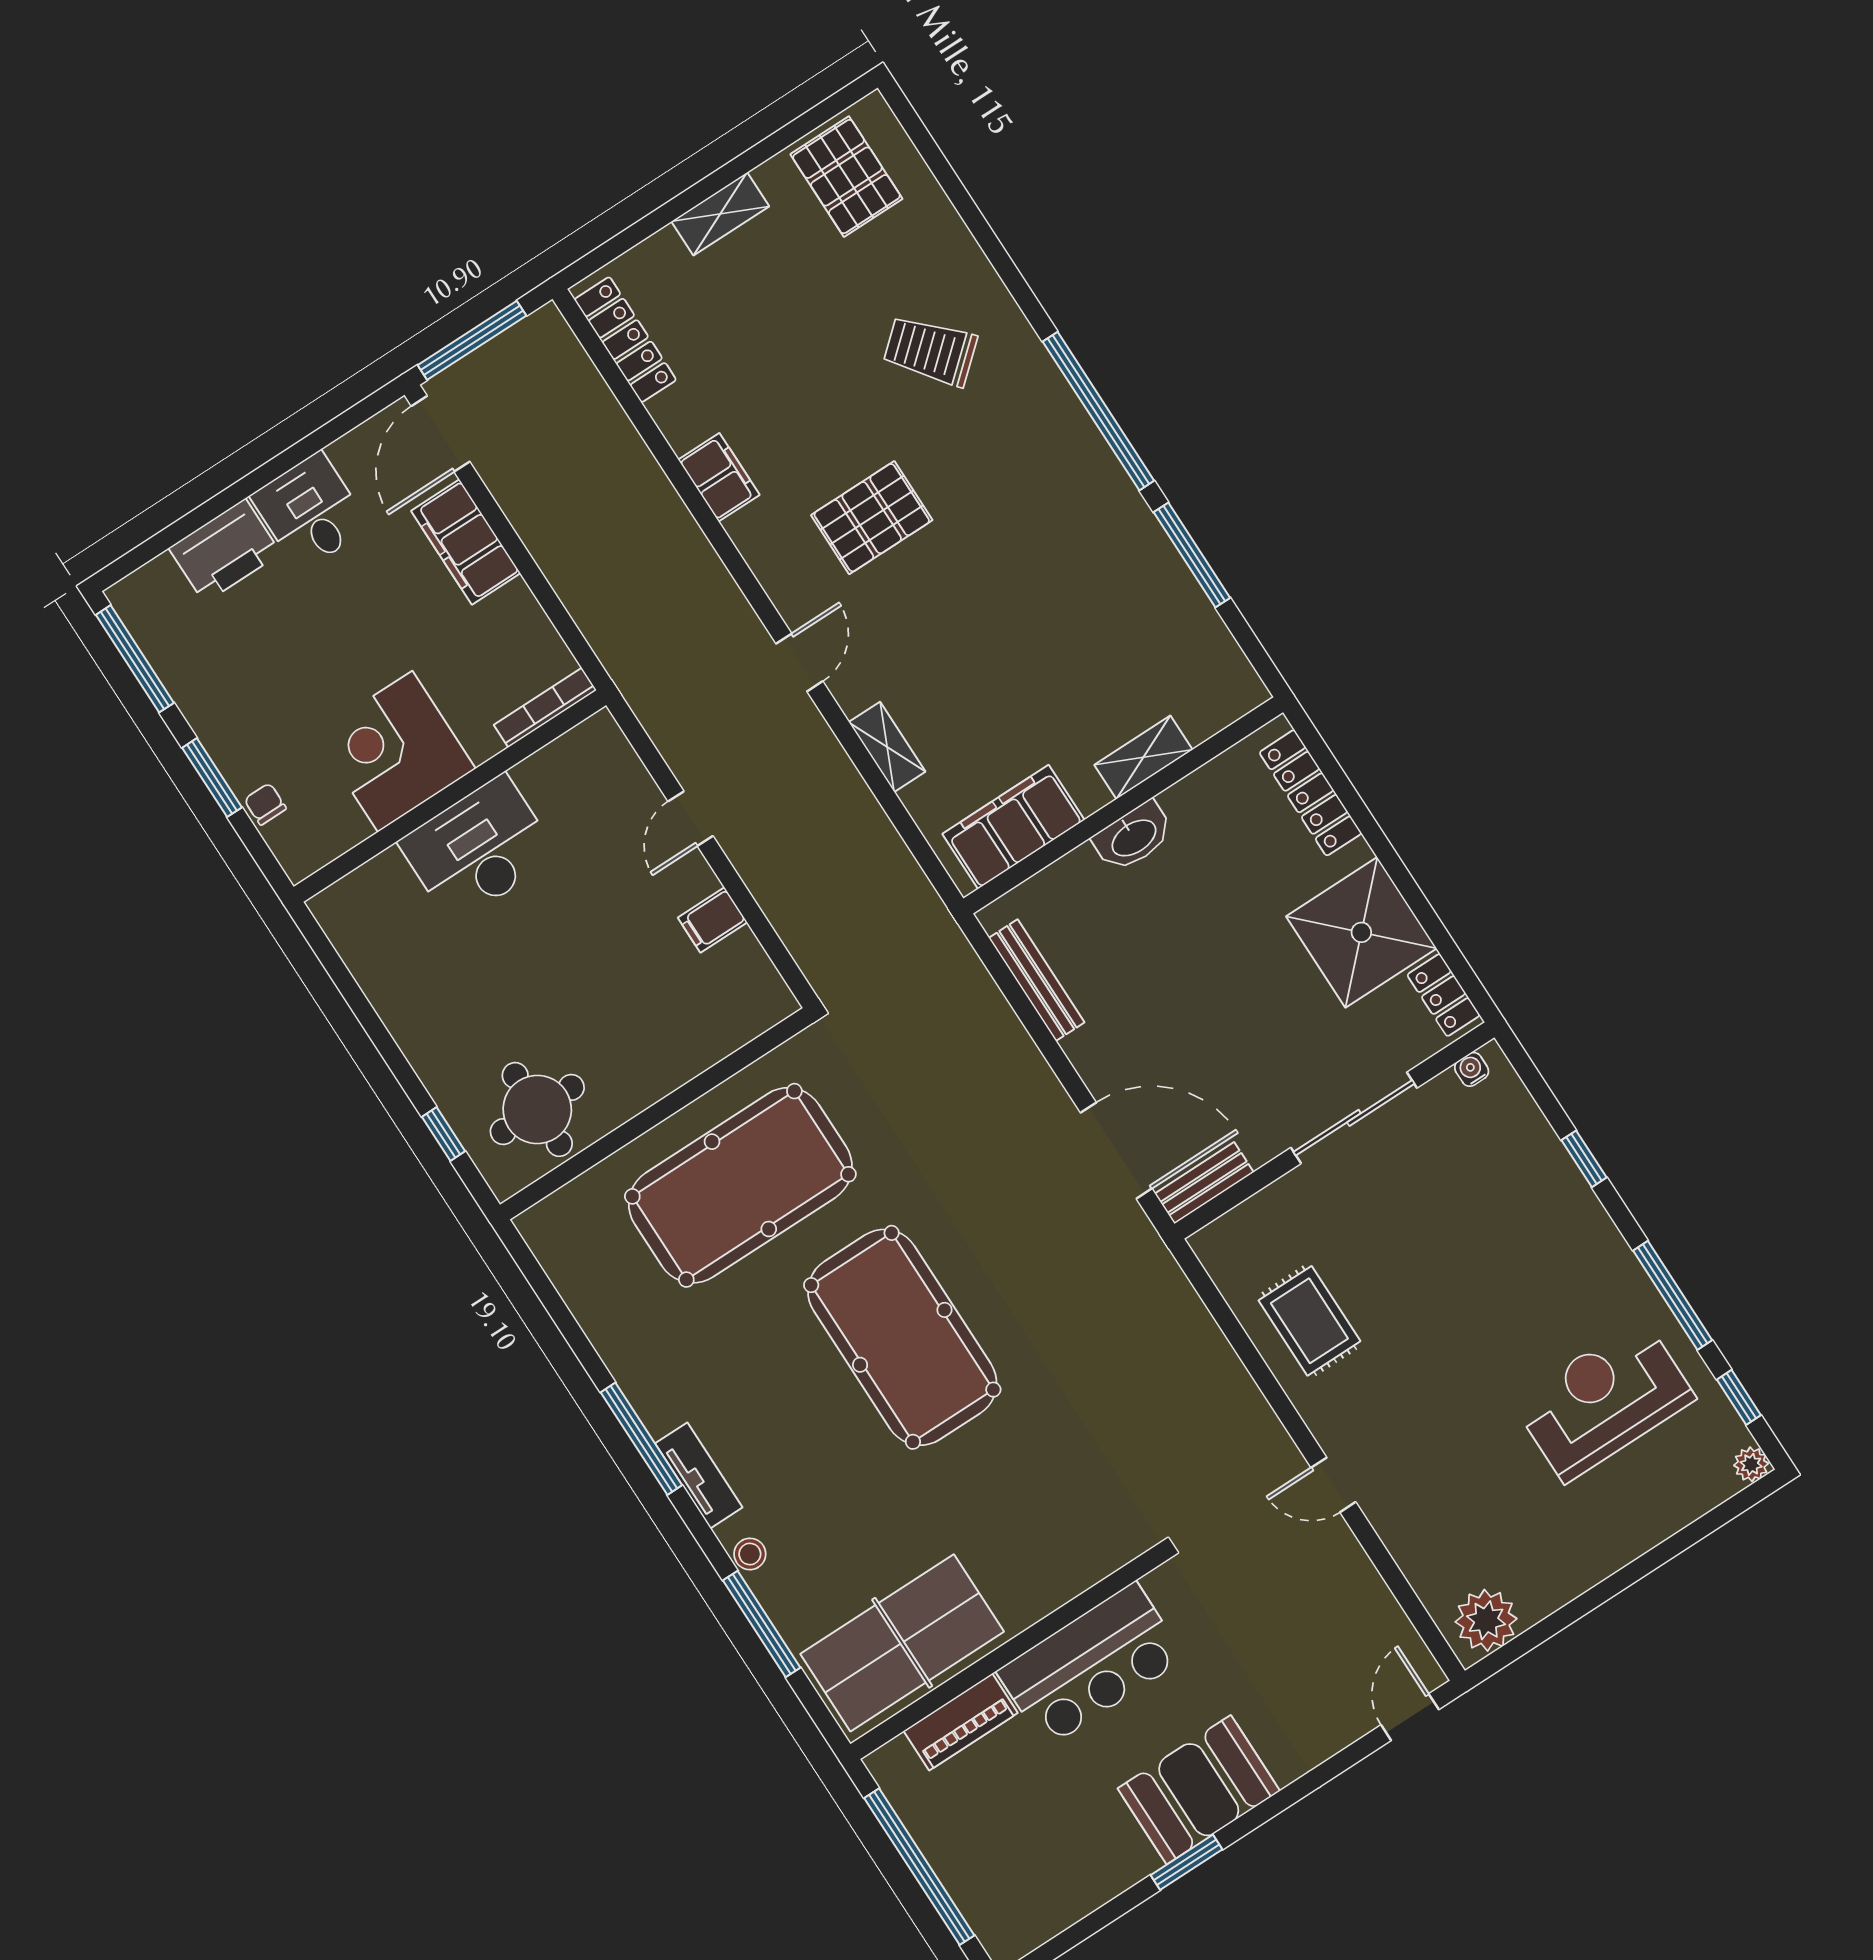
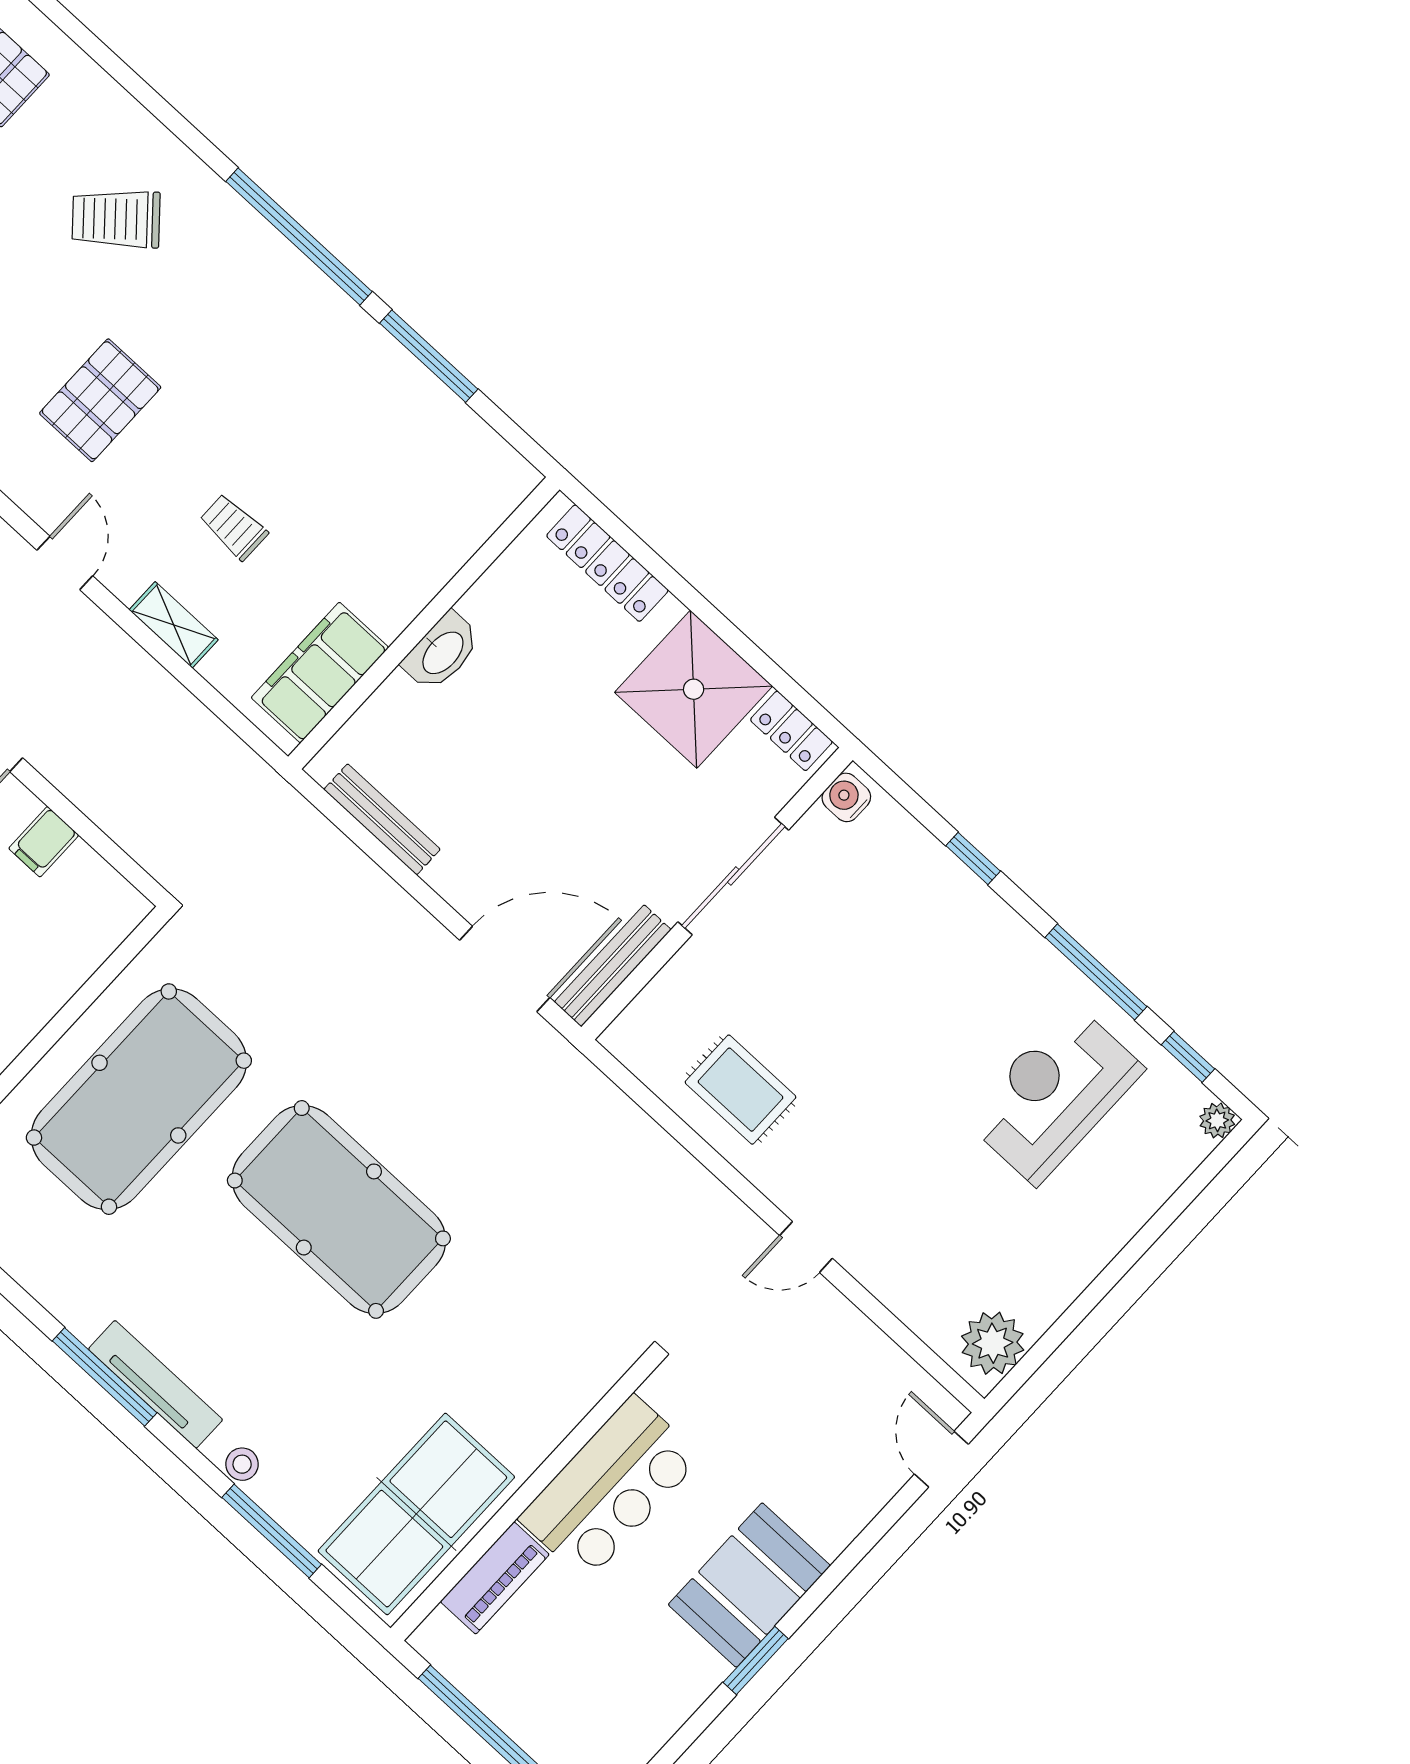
trolley: (967, 669) -> (234, 527), added
shelving: (1143, 757) -> (432, 570), removed
water cooler: (1472, 1069) -> (846, 797), width x1.38, depth x1.38
bench: (1204, 1183) -> (613, 966), width x1.36
tv unit: (699, 1475) -> (156, 1384), width x1.41

